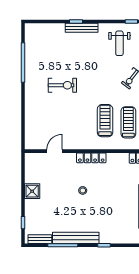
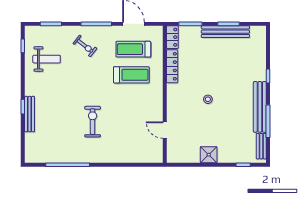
bench: (82, 28) -> (29, 114), moved
treadmill: (105, 121) -> (131, 75), turned 180
locker: (91, 158) -> (172, 66), moved

